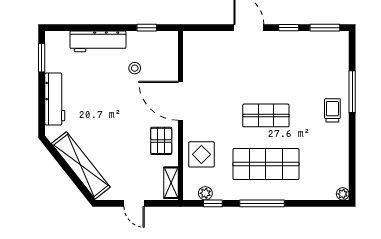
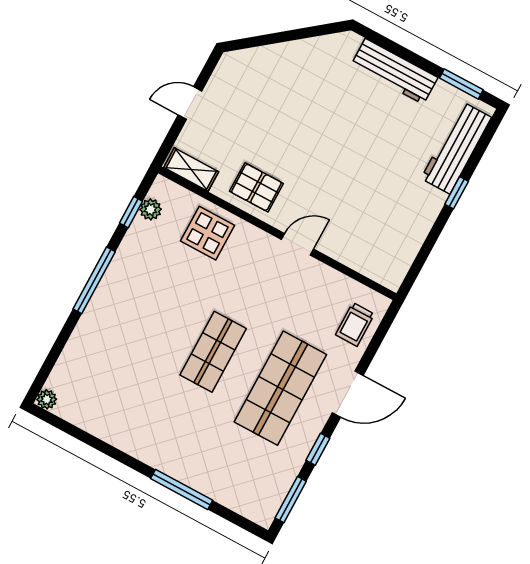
window: (147, 28) -> (457, 193), moved
workbench: (98, 41) -> (456, 148), moved
stool: (135, 68) -> (377, 205), removed
door: (181, 101) -> (298, 244), width x0.53
trolley: (332, 110) -> (355, 324), moved, turned 90
shop shelf: (266, 164) -> (280, 388), moved
shelving: (81, 165) -> (283, 58), removed

